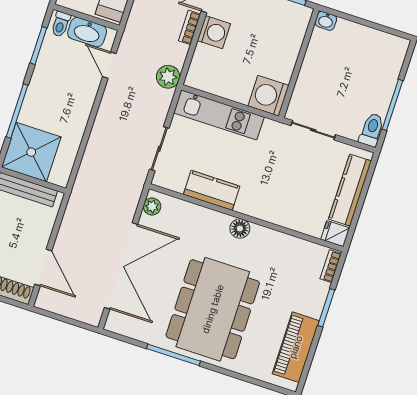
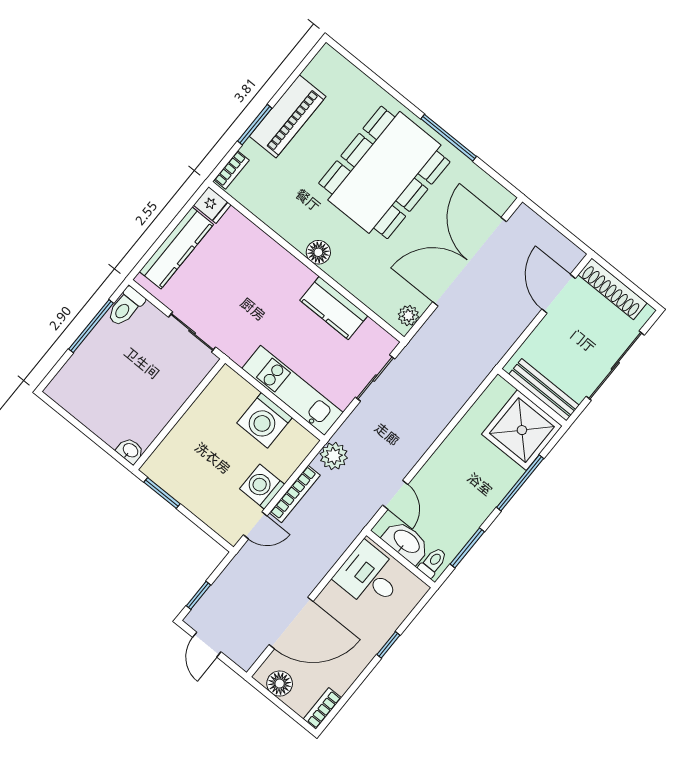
bookcase: (190, 27) -> (295, 494), width x1.56
washing machine: (268, 96) -> (265, 420), moved, turned 90
piano: (296, 347) -> (288, 116), moved

